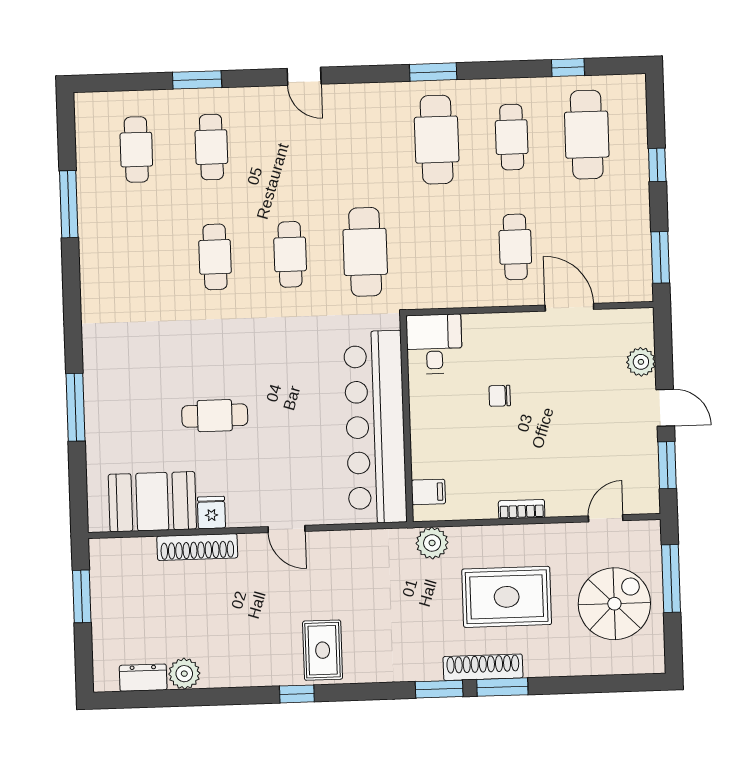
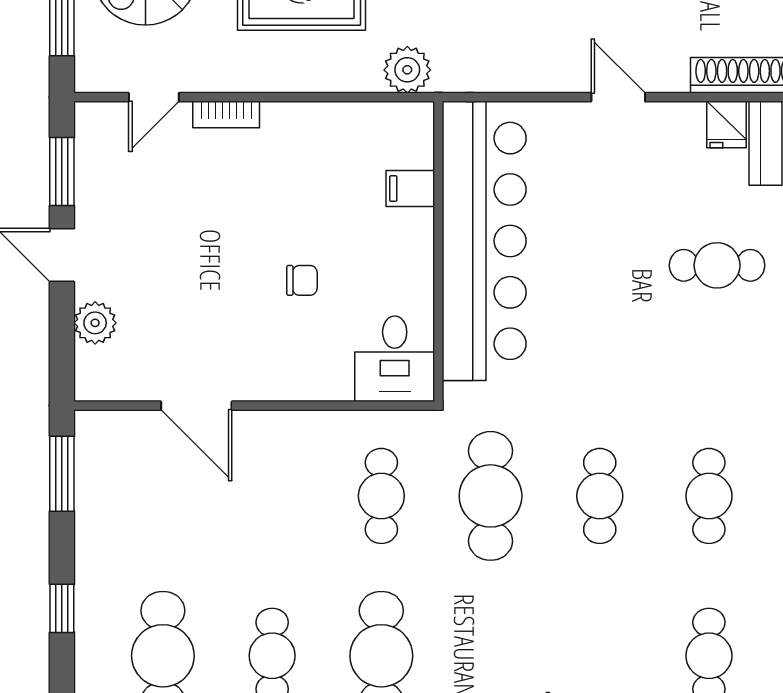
cafe table: (515, 247) -> (381, 496), moved
filing cabinet: (428, 492) -> (410, 189), moved
bookcase: (522, 509) -> (226, 115), moved

